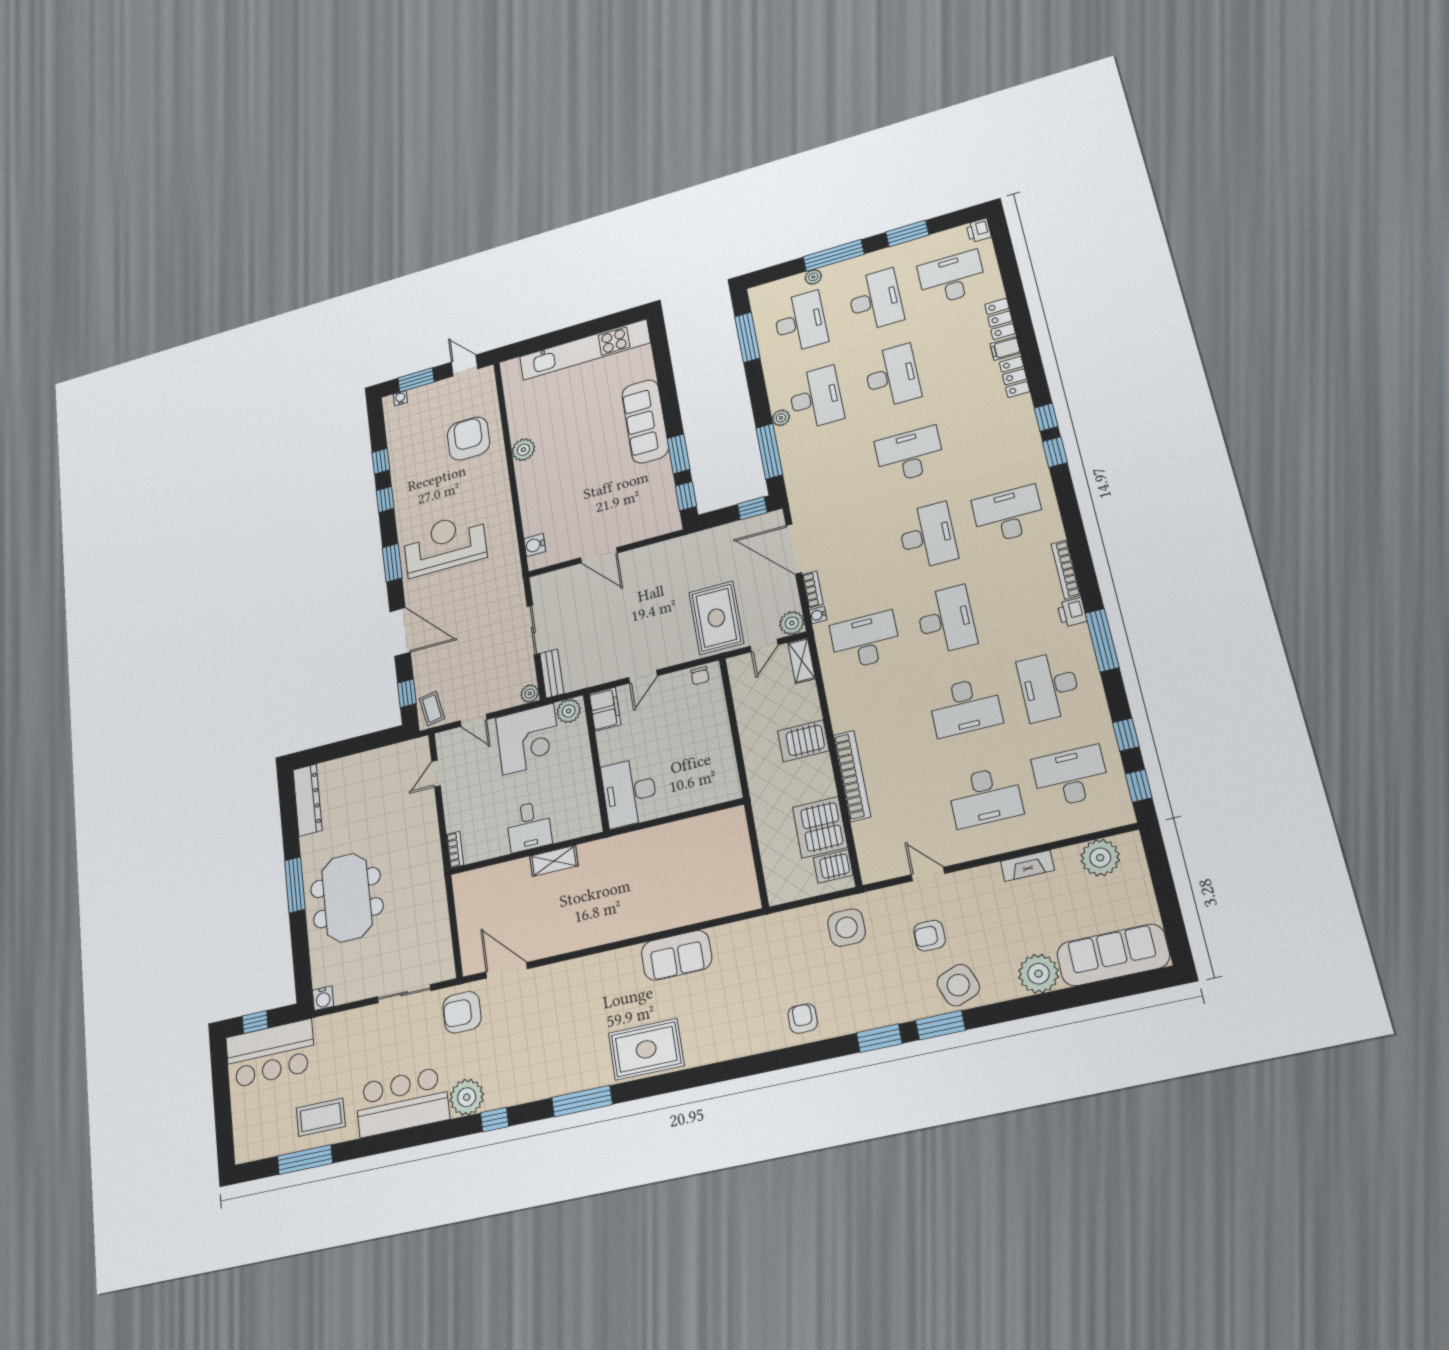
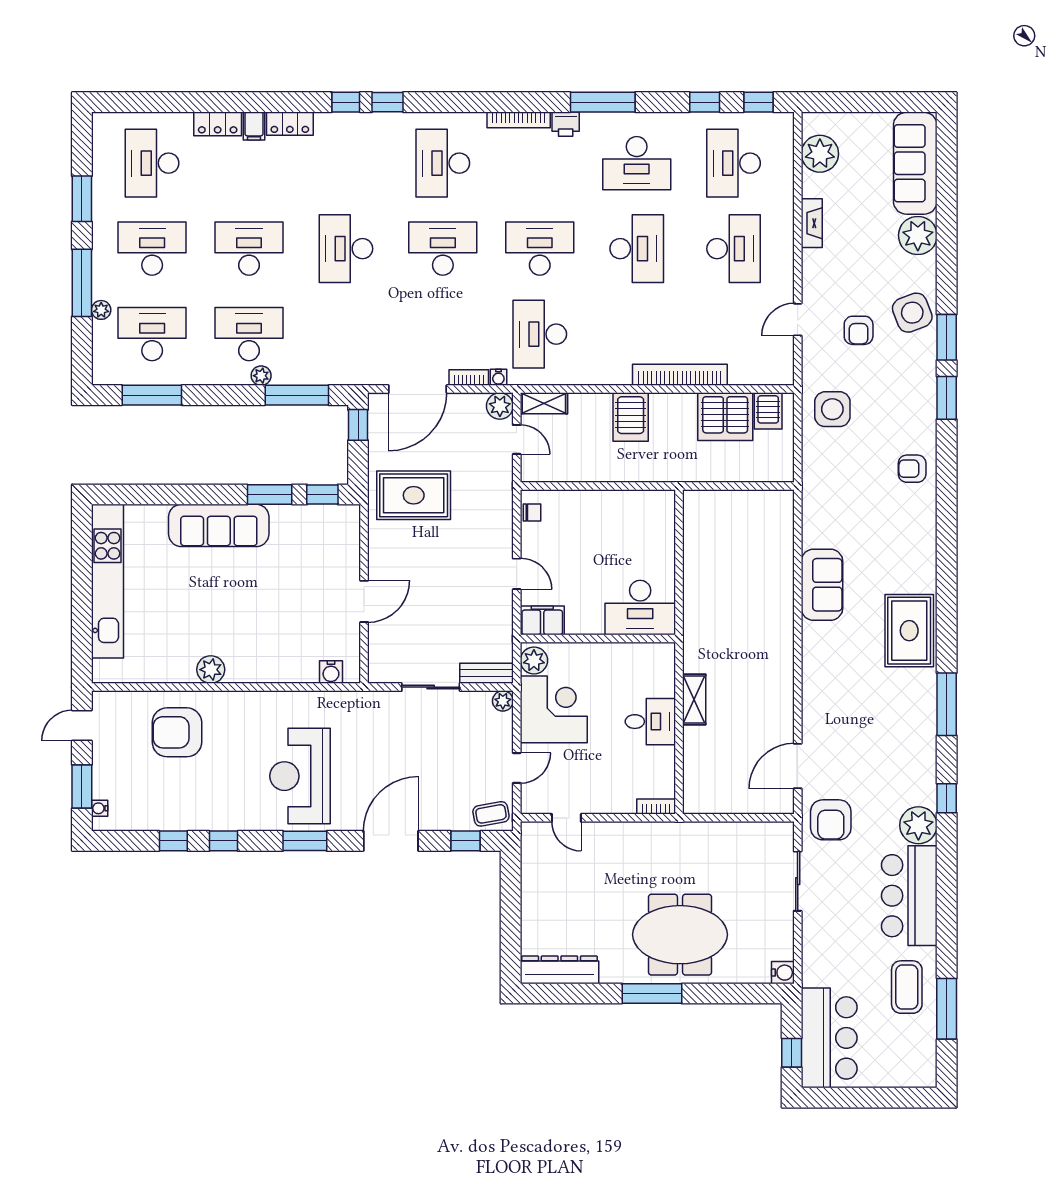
printer: (979, 230) -> (104, 123), removed
rug: (716, 618) -> (414, 495), moved

